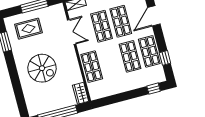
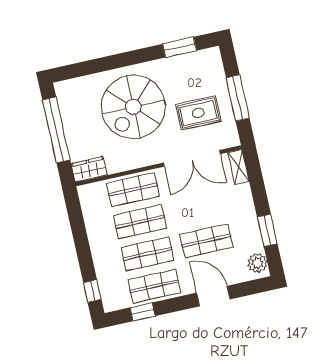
shop shelf: (102, 26) -> (140, 222), moved
rug: (29, 29) -> (198, 113), moved, turned 90
double door: (72, 32) -> (192, 158), width x1.37
spiral stairs: (42, 68) -> (133, 107), width x1.37, depth x1.37

